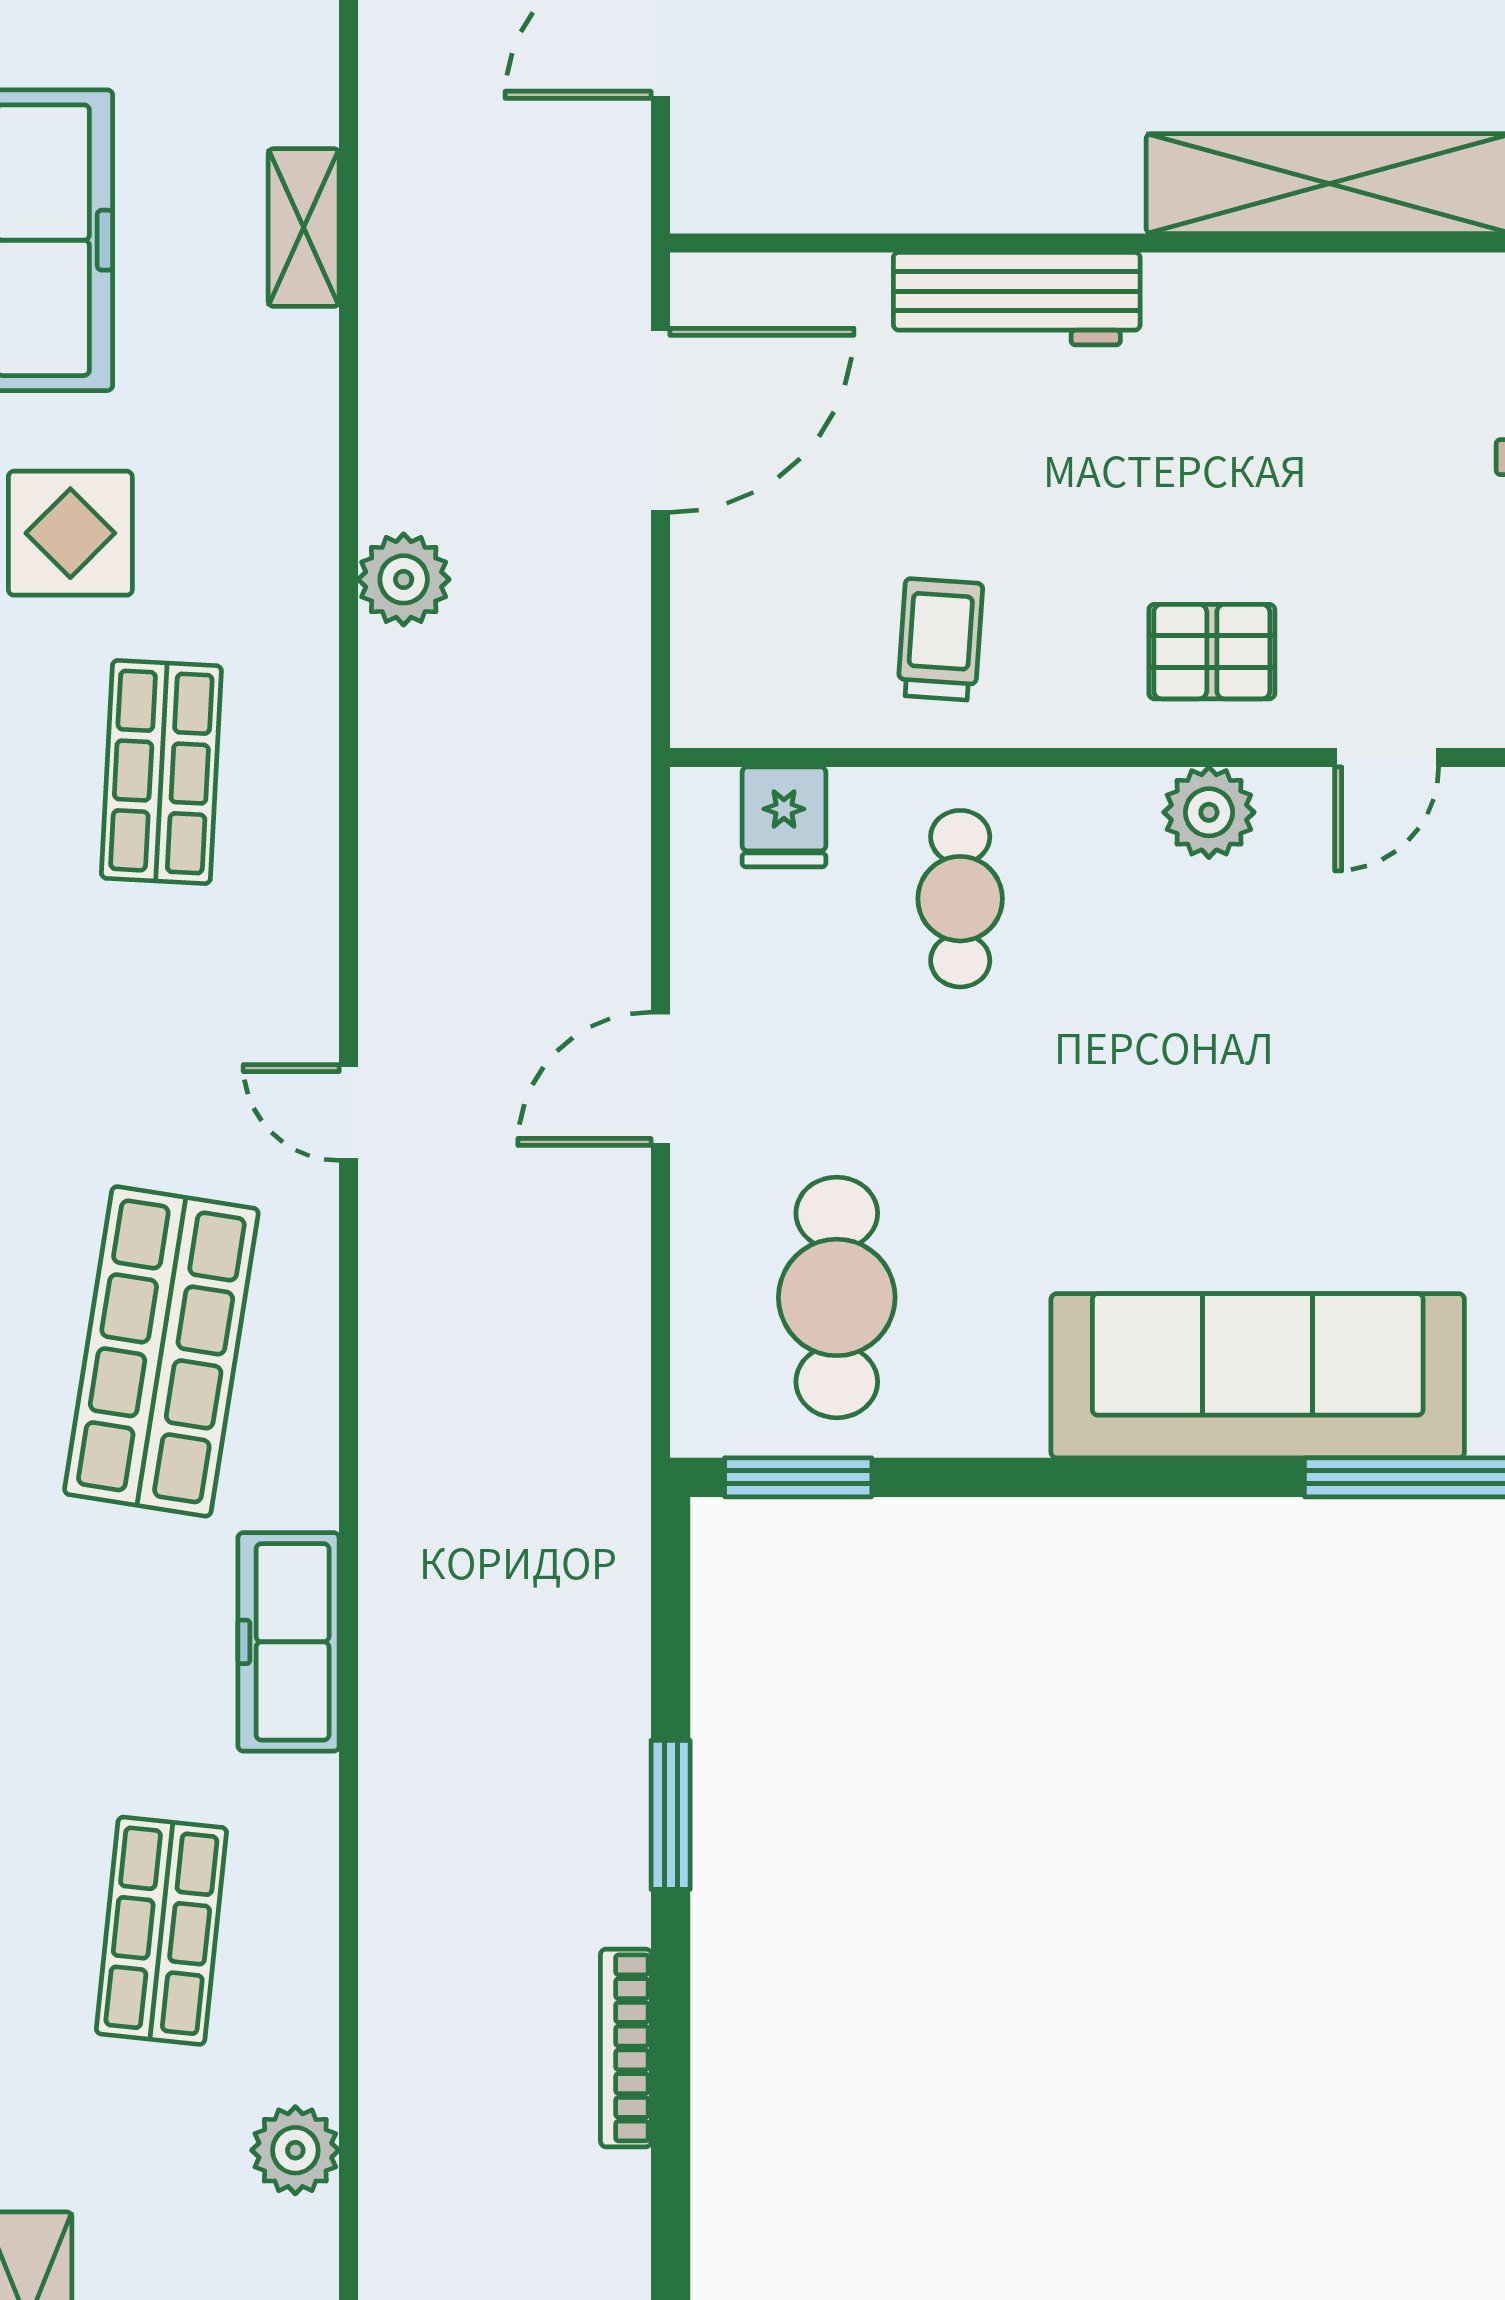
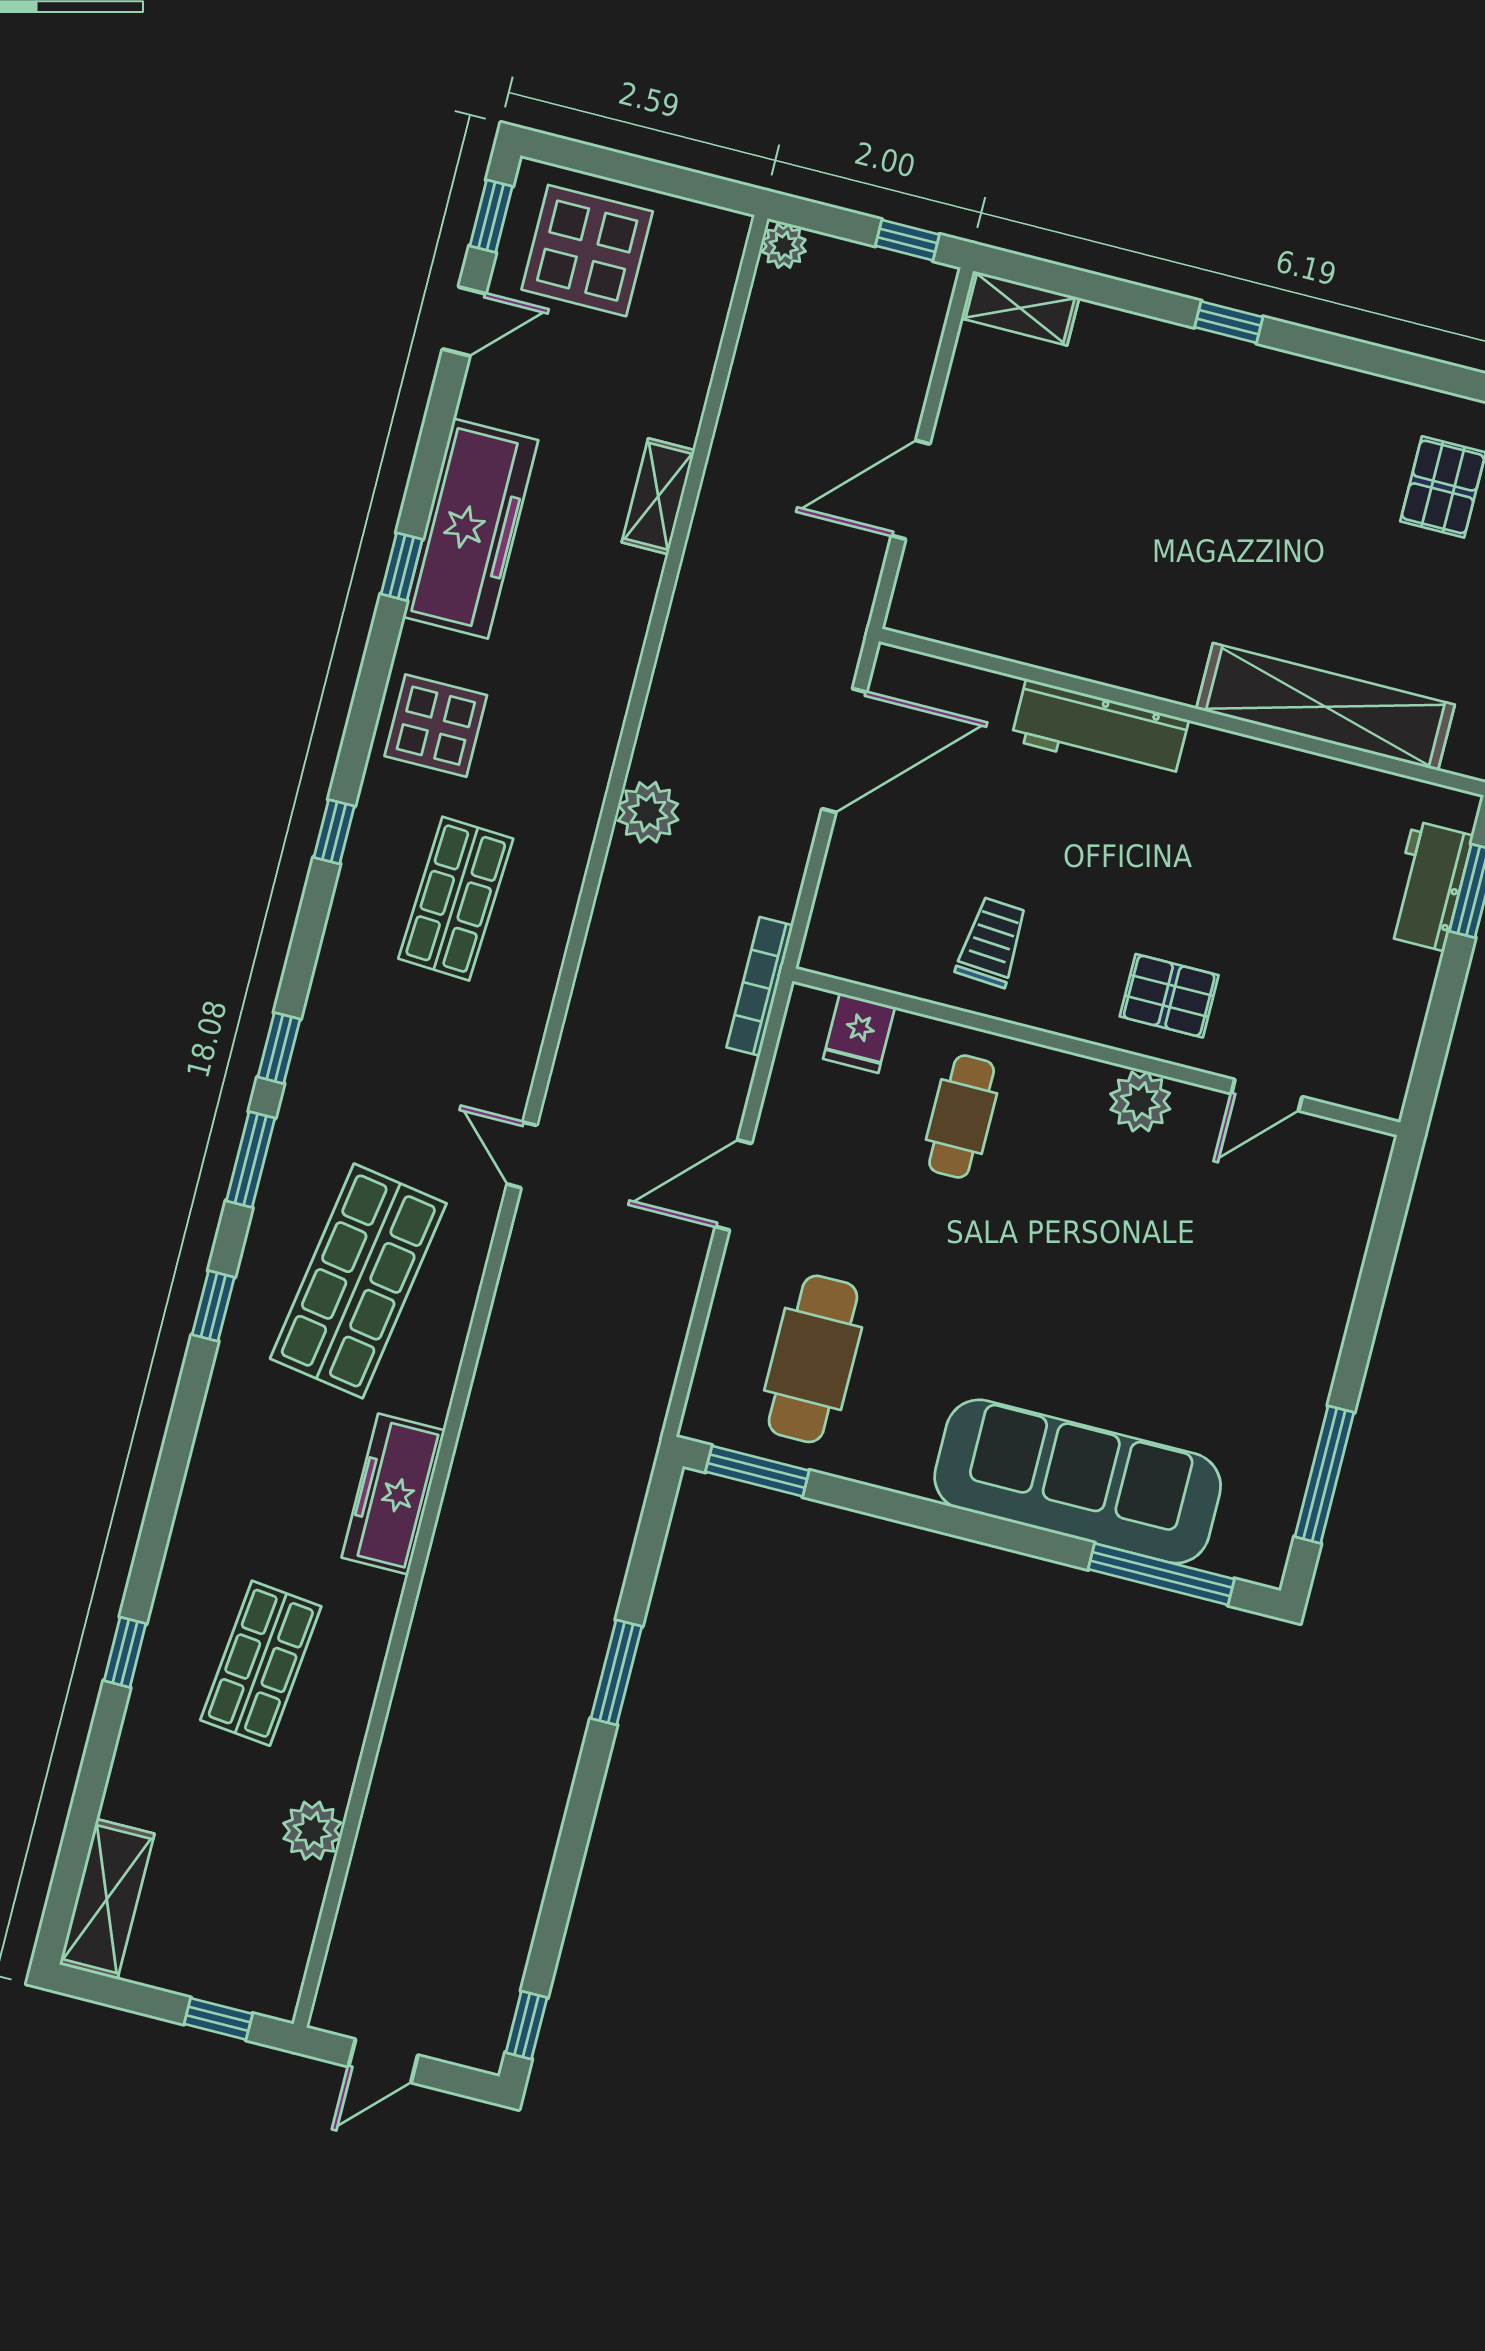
shelving: (304, 228) -> (658, 496), moved
bookcase: (626, 2048) -> (760, 986), moved

